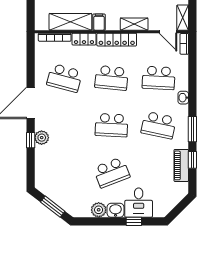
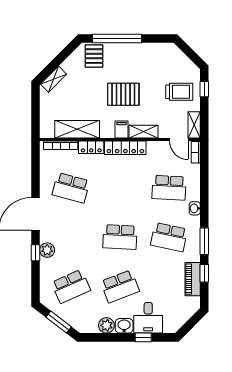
filing cabinet: (99, 22) -> (122, 130), moved
school desk: (112, 78) -> (71, 286), moved, turned -30

